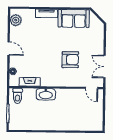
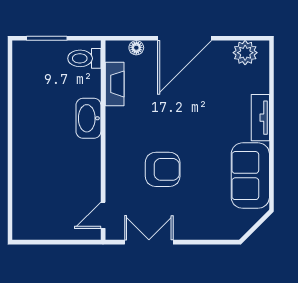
door: (9, 49) -> (185, 38), width x1.87
armchair: (70, 60) -> (163, 169), turned -90

